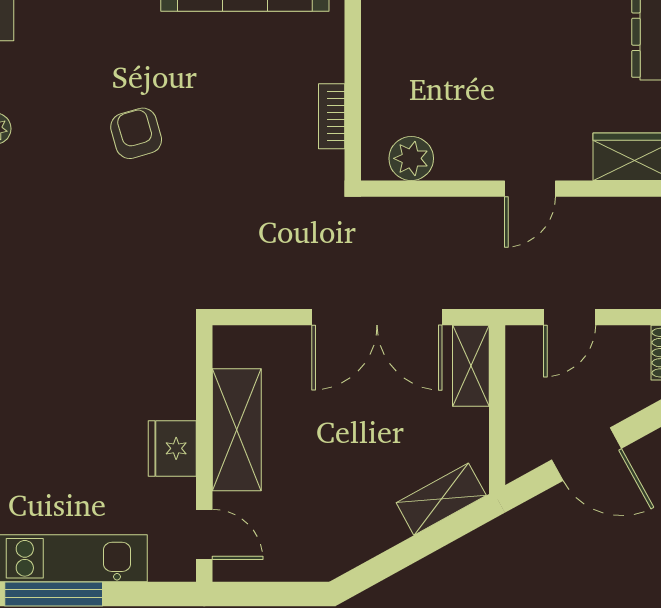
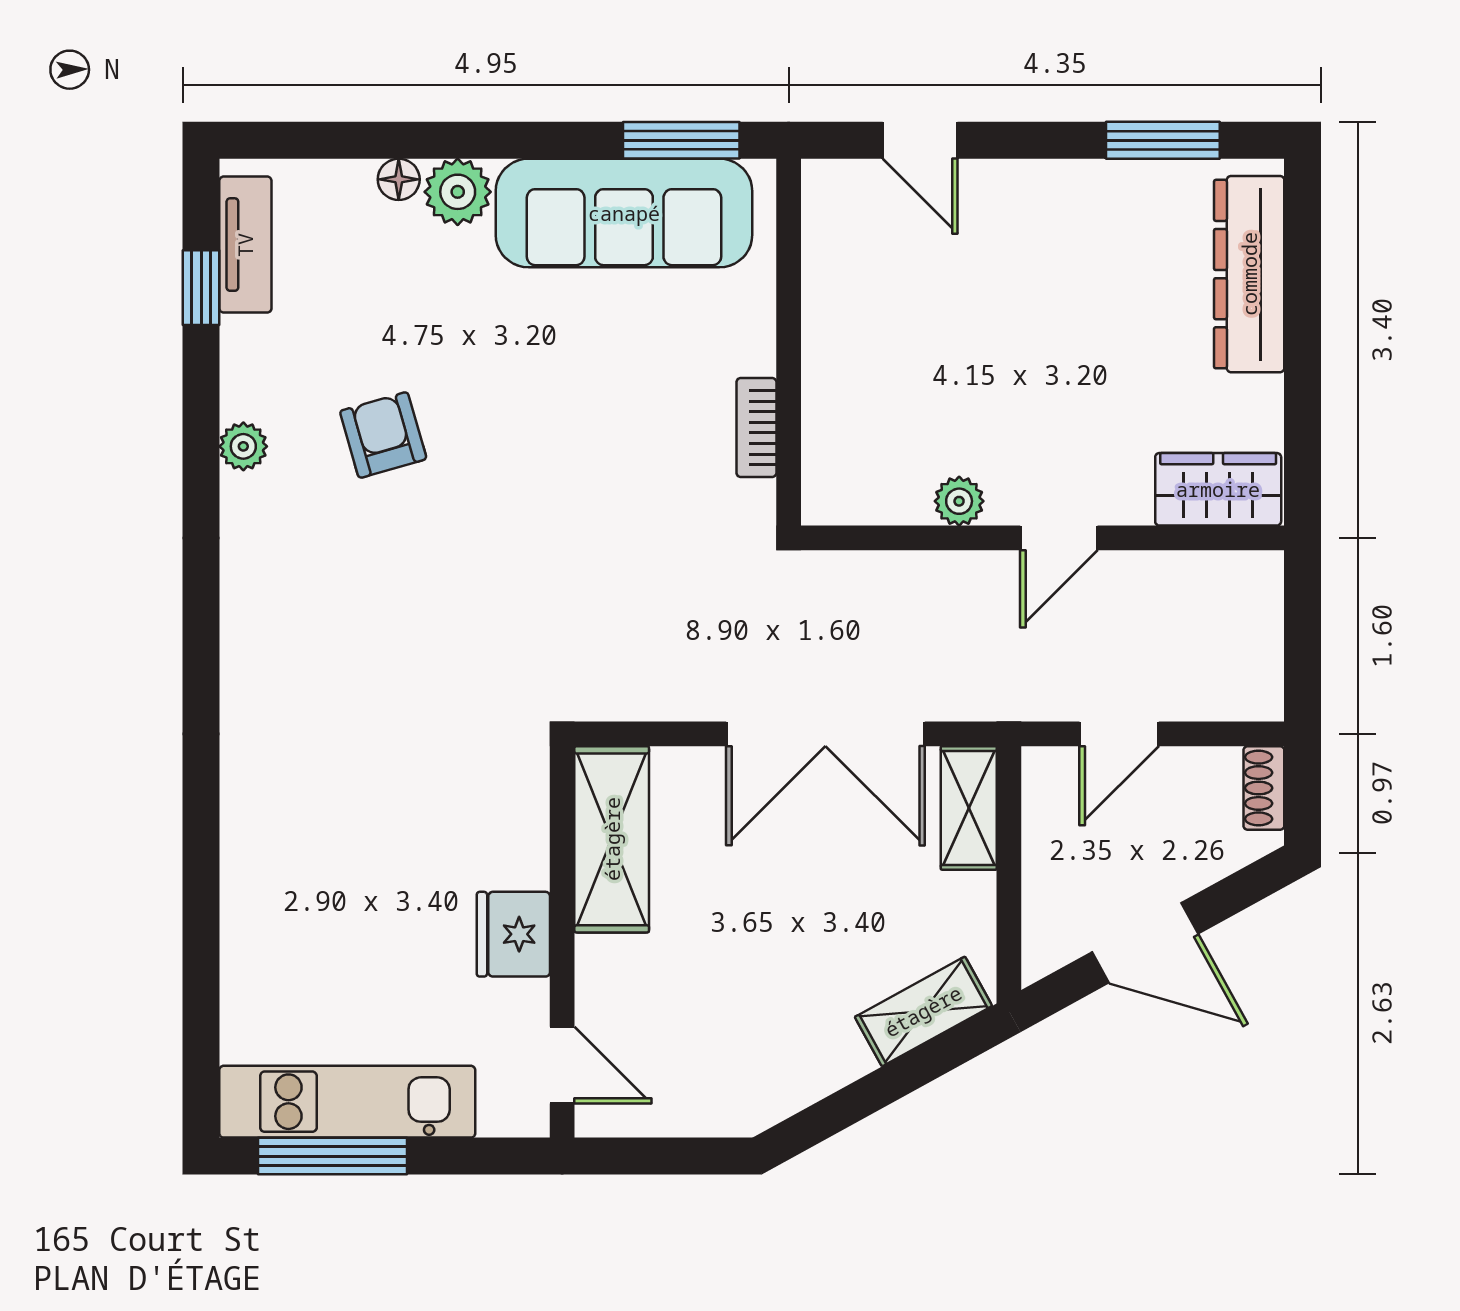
armchair: (136, 133) -> (383, 435), moved
plant: (411, 158) -> (959, 501), moved, width x0.73, depth x0.73
shelving: (237, 430) -> (612, 839), moved

